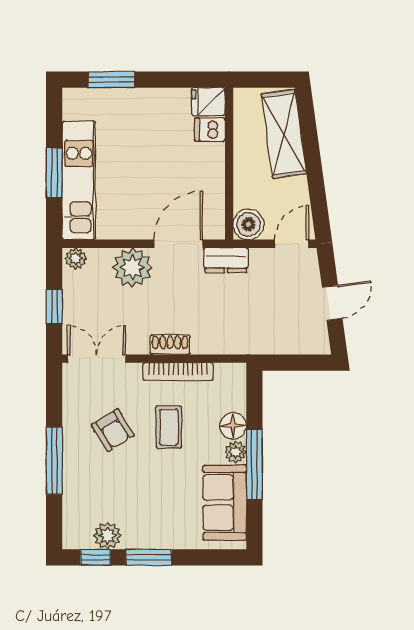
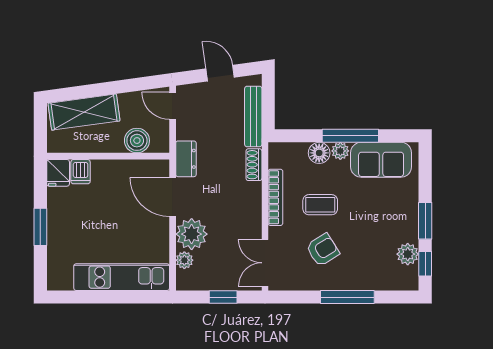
window: (111, 80) -> (40, 227), moved
window: (54, 173) -> (115, 297), removed
boiler: (248, 224) -> (137, 141), moved
plant: (76, 258) -> (184, 260), moved
bench: (278, 344) -> (253, 117), added
shoe rack: (170, 345) -> (254, 165), moved

